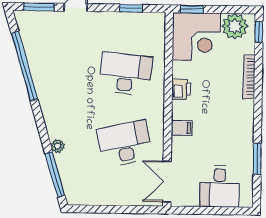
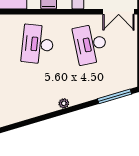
window: (24, 66) -> (33, 121), removed
plant: (58, 146) -> (64, 103), moved

